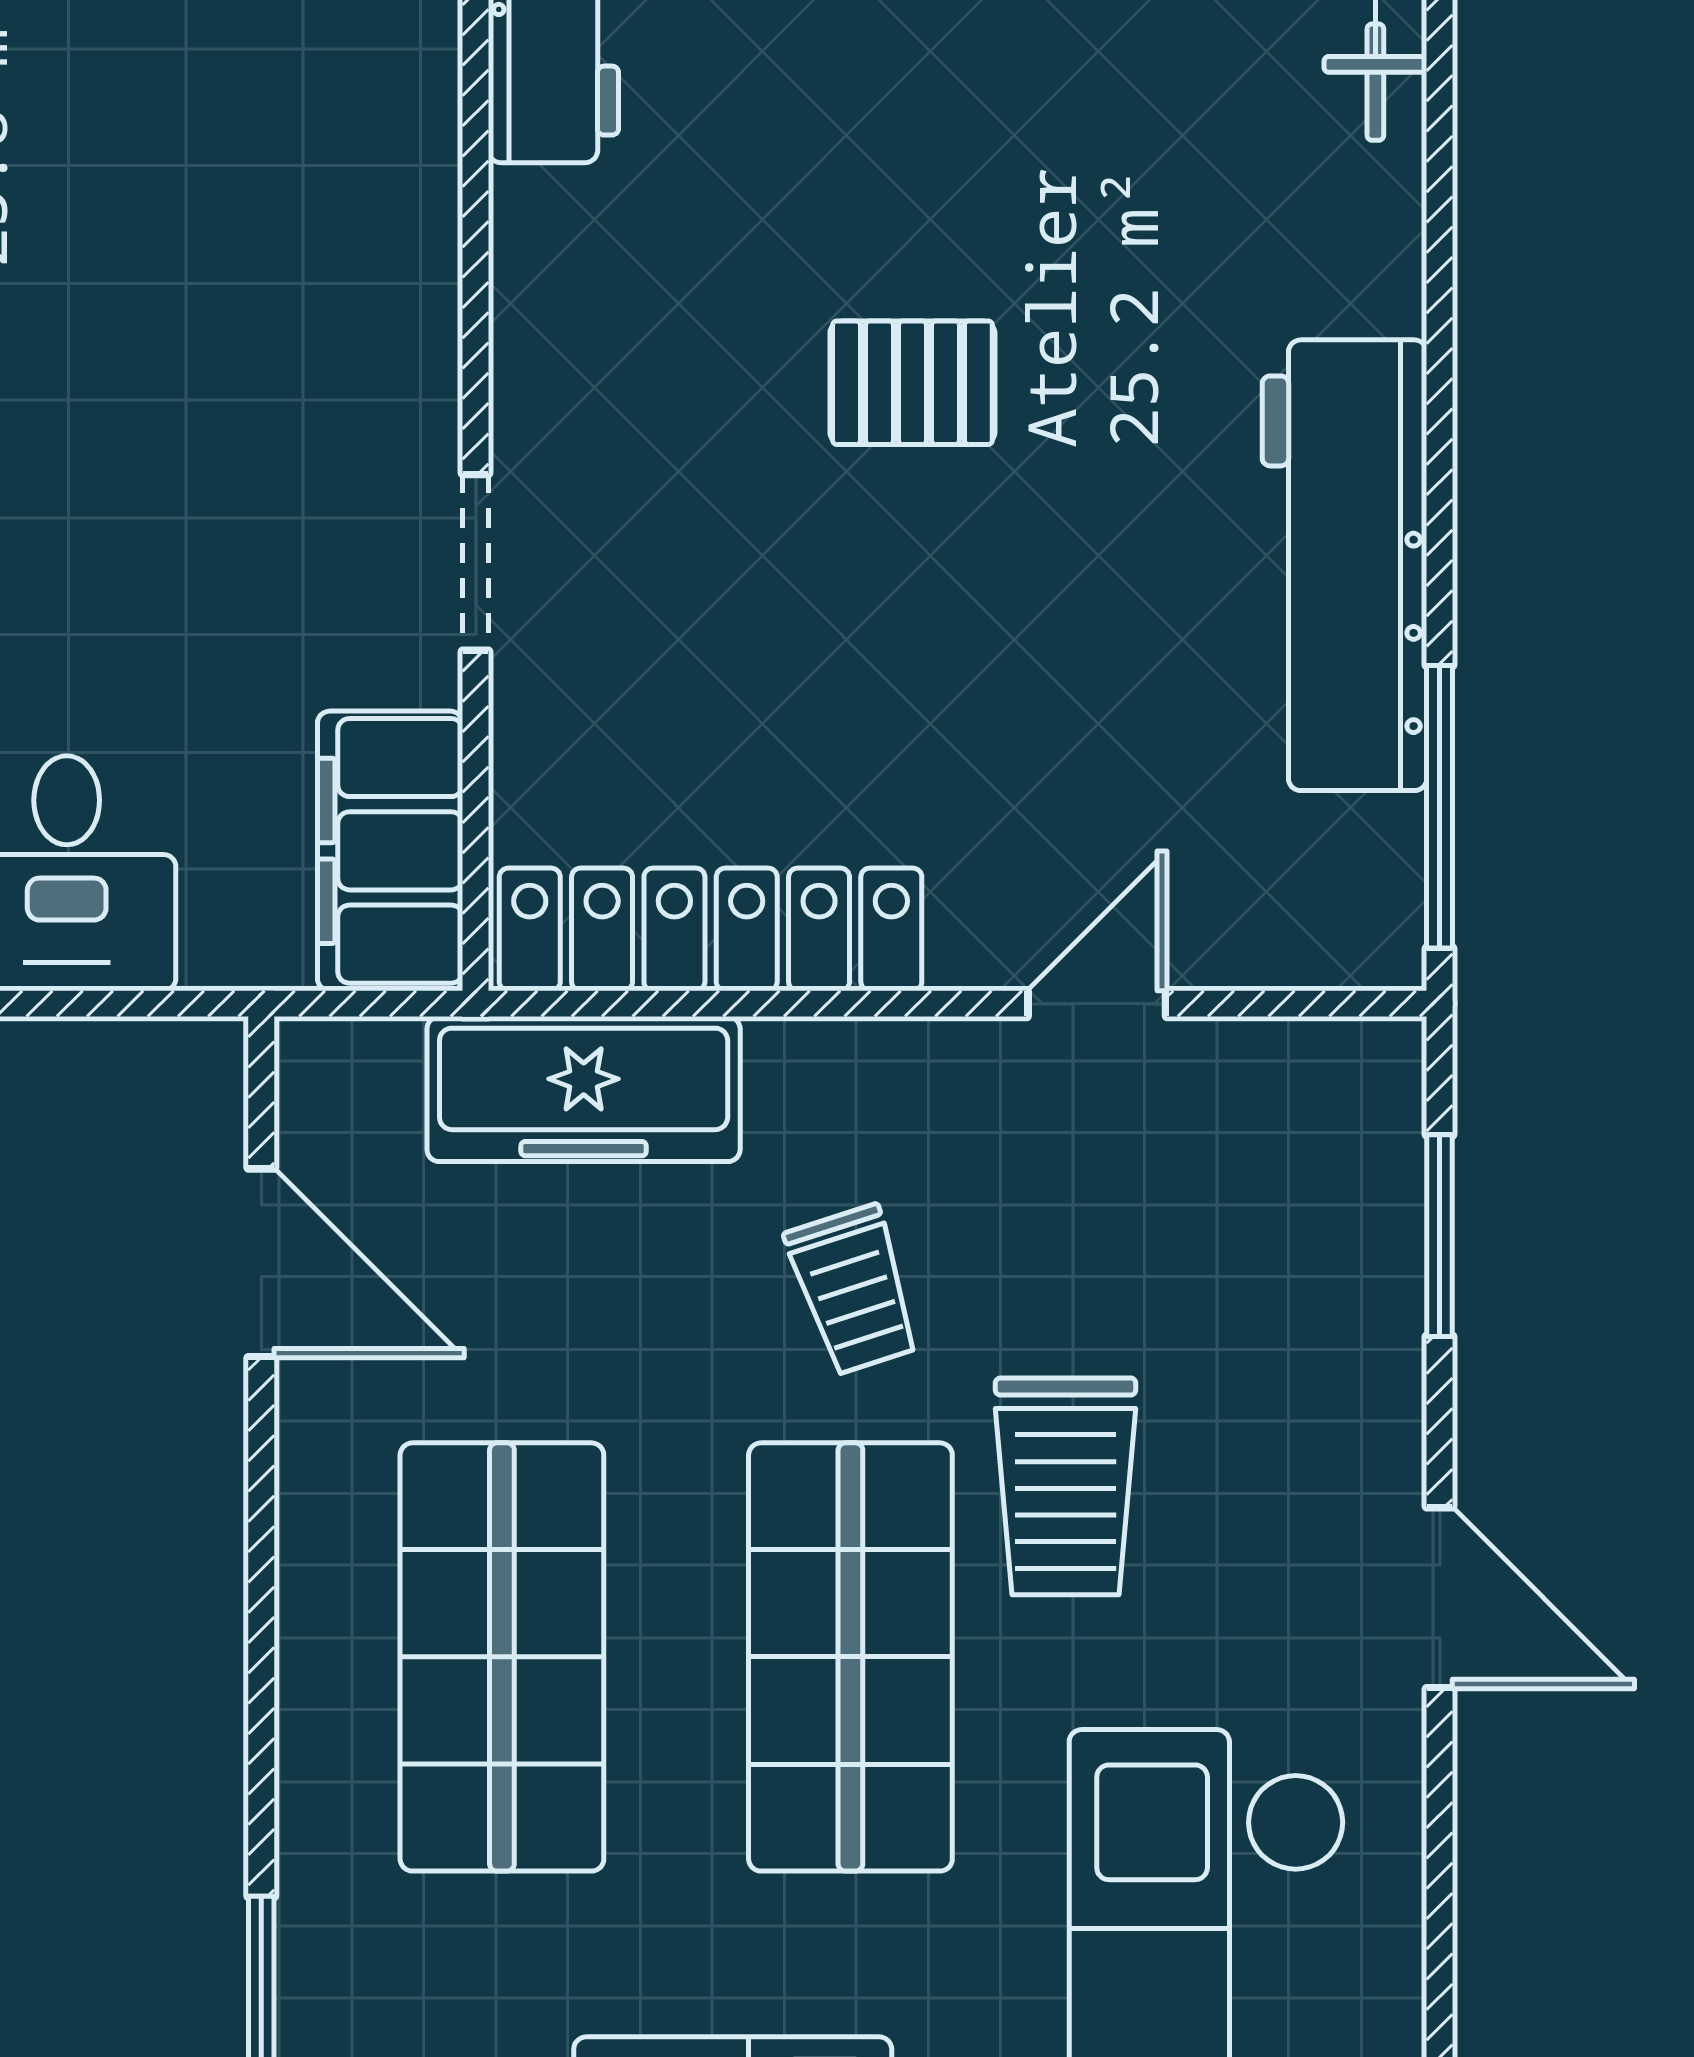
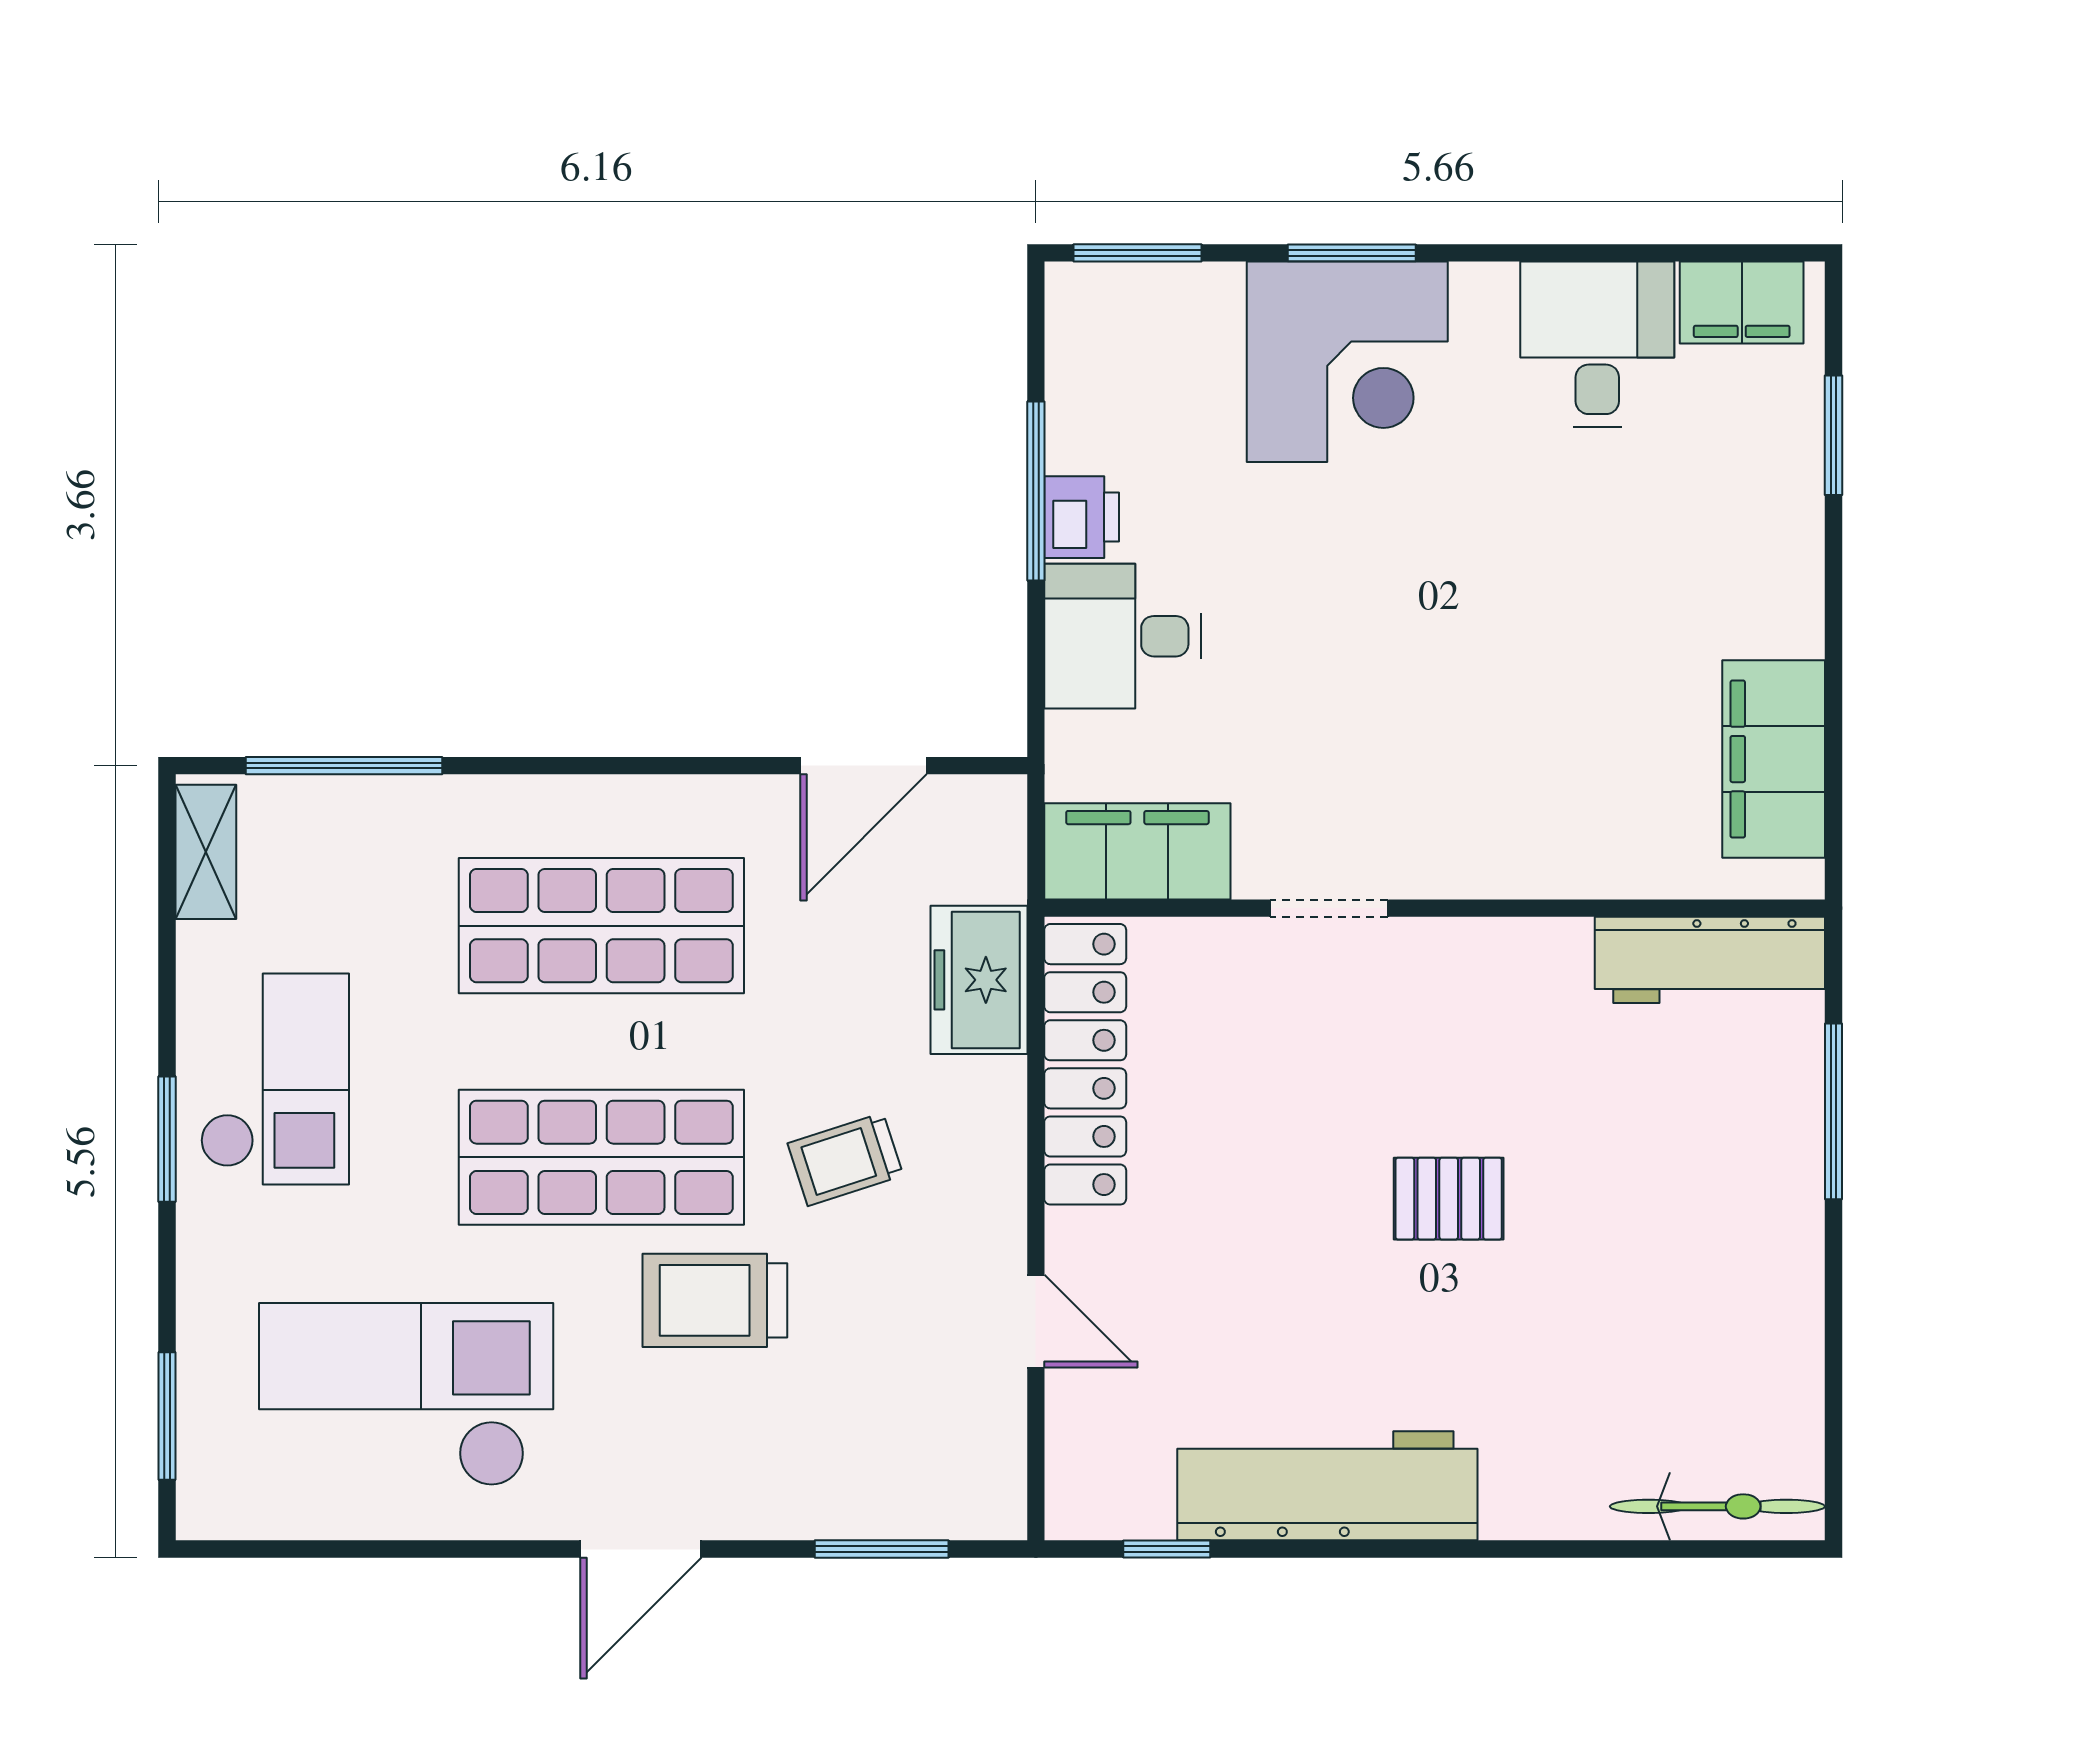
pallet: (912, 383) -> (1449, 1199), turned 90
window: (1440, 807) -> (1167, 1549), width x0.46
freezer: (584, 1089) -> (979, 980), width x0.71

